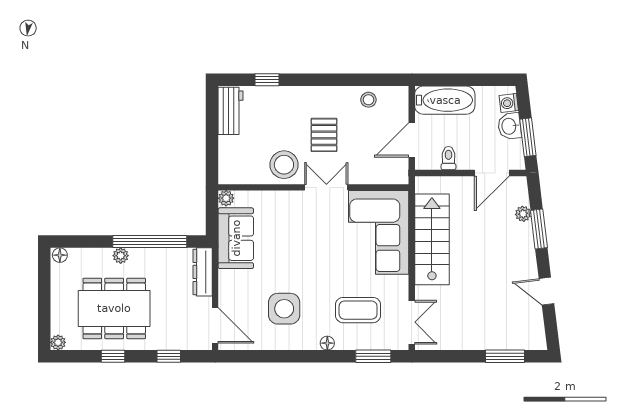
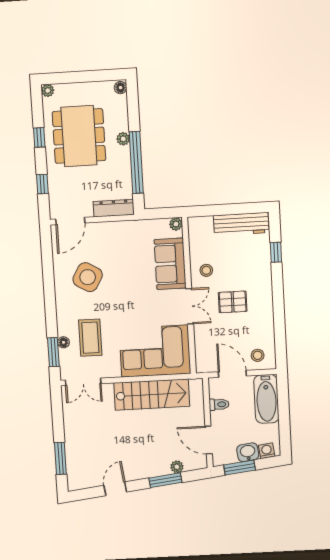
stool: (368, 100) -> (258, 355), moved
workbench: (231, 111) -> (241, 224), width x1.38
stool: (284, 165) -> (206, 270), width x0.53, depth x0.53
sofa: (236, 238) -> (170, 264), moved, turned 90
side table: (284, 309) -> (88, 277), turned 30
floor lamp: (327, 343) -> (64, 342), moved

